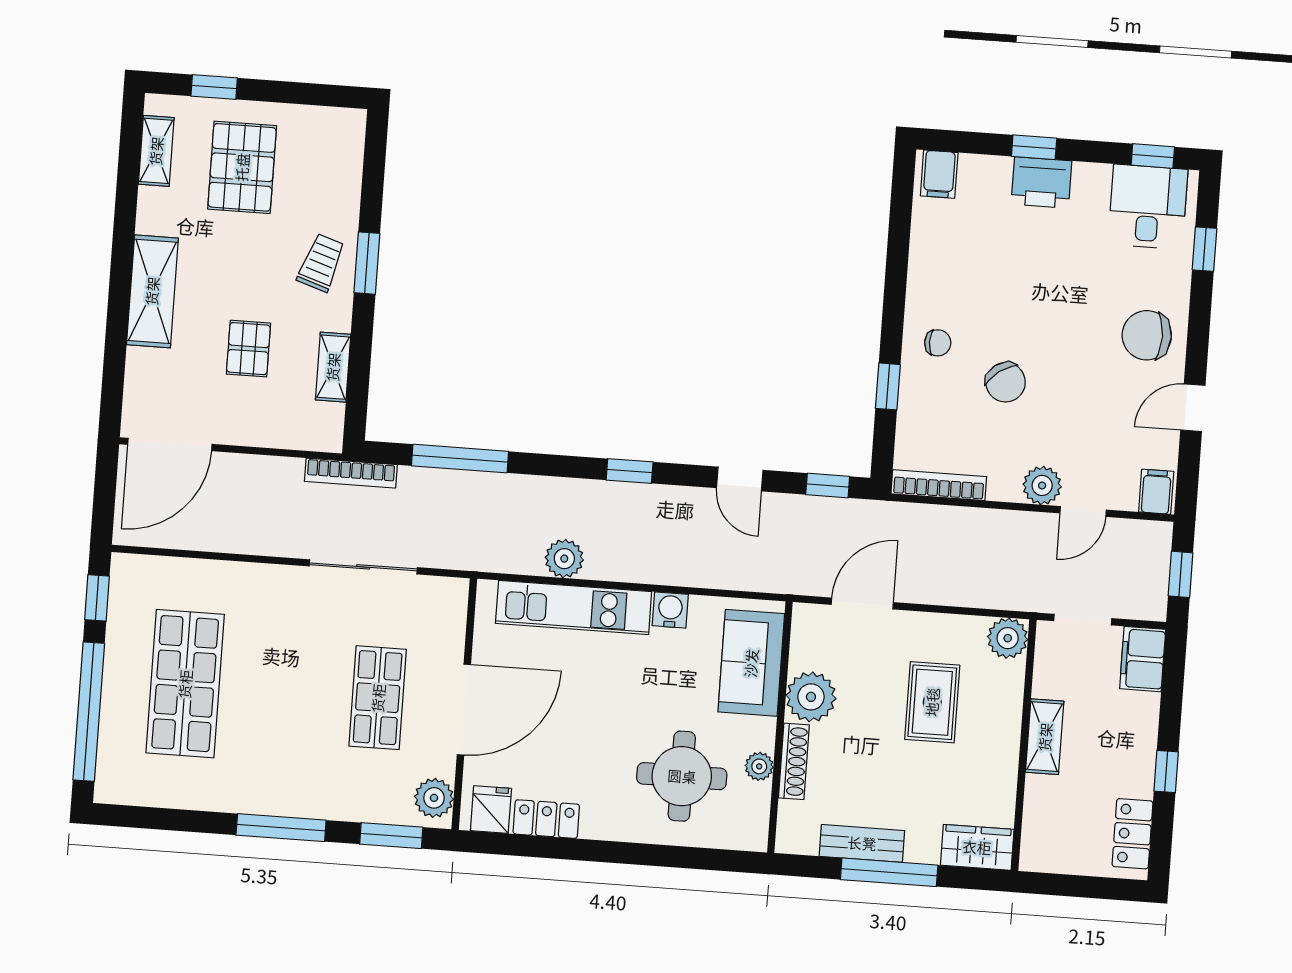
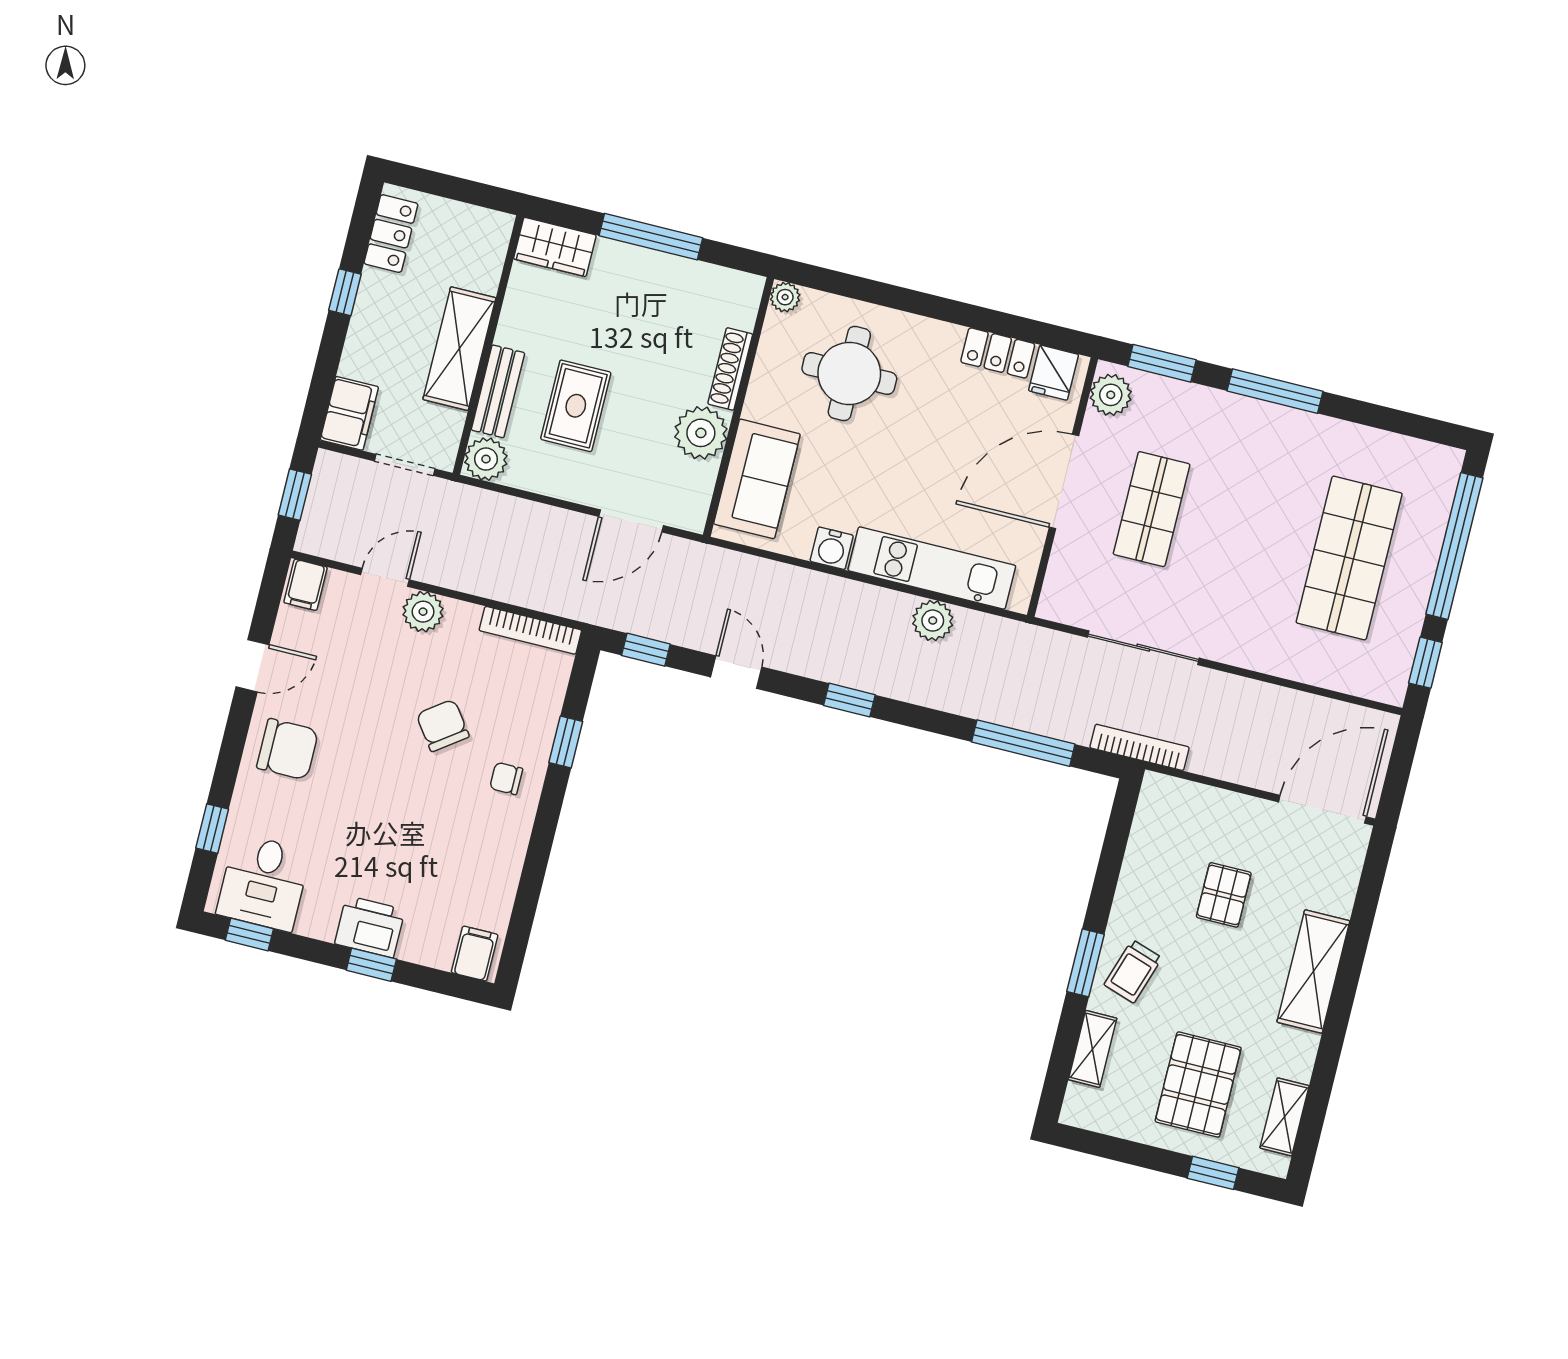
shelving: (333, 367) -> (1093, 1049), moved
shelving: (1045, 737) -> (459, 349), width x1.50, depth x1.33
plant: (759, 766) -> (785, 297), moved
bench: (862, 843) -> (498, 391), moved, turned 90

